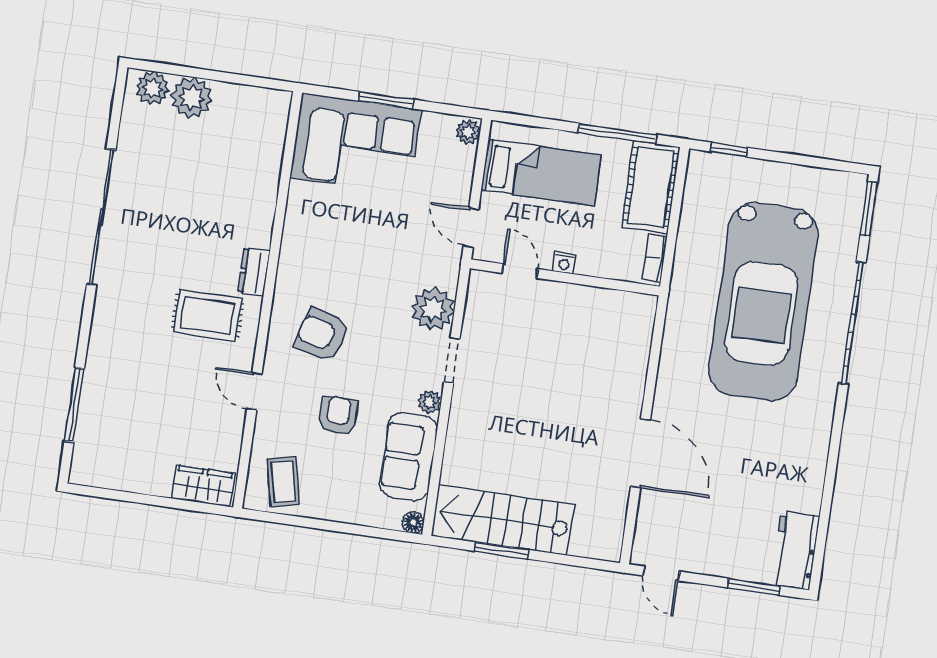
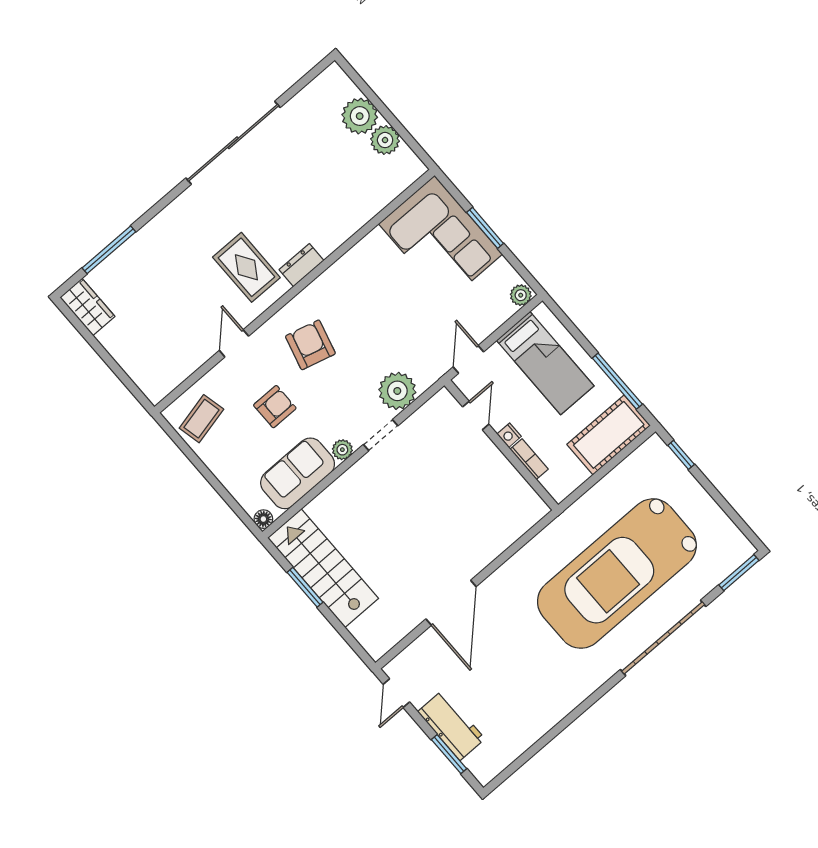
plant: (153, 88) -> (385, 140), moved
bookcase: (655, 258) -> (529, 459), moved, turned 90
wardrobe: (203, 486) -> (87, 307), moved
workbench: (795, 550) -> (451, 725), moved, turned 90

